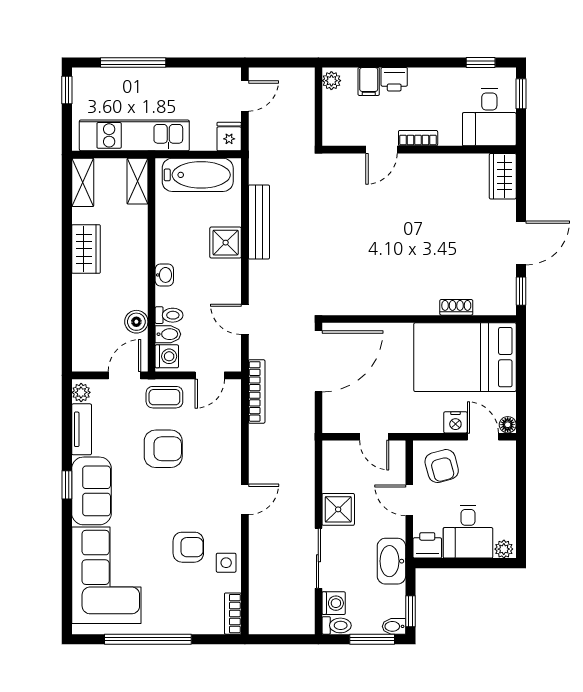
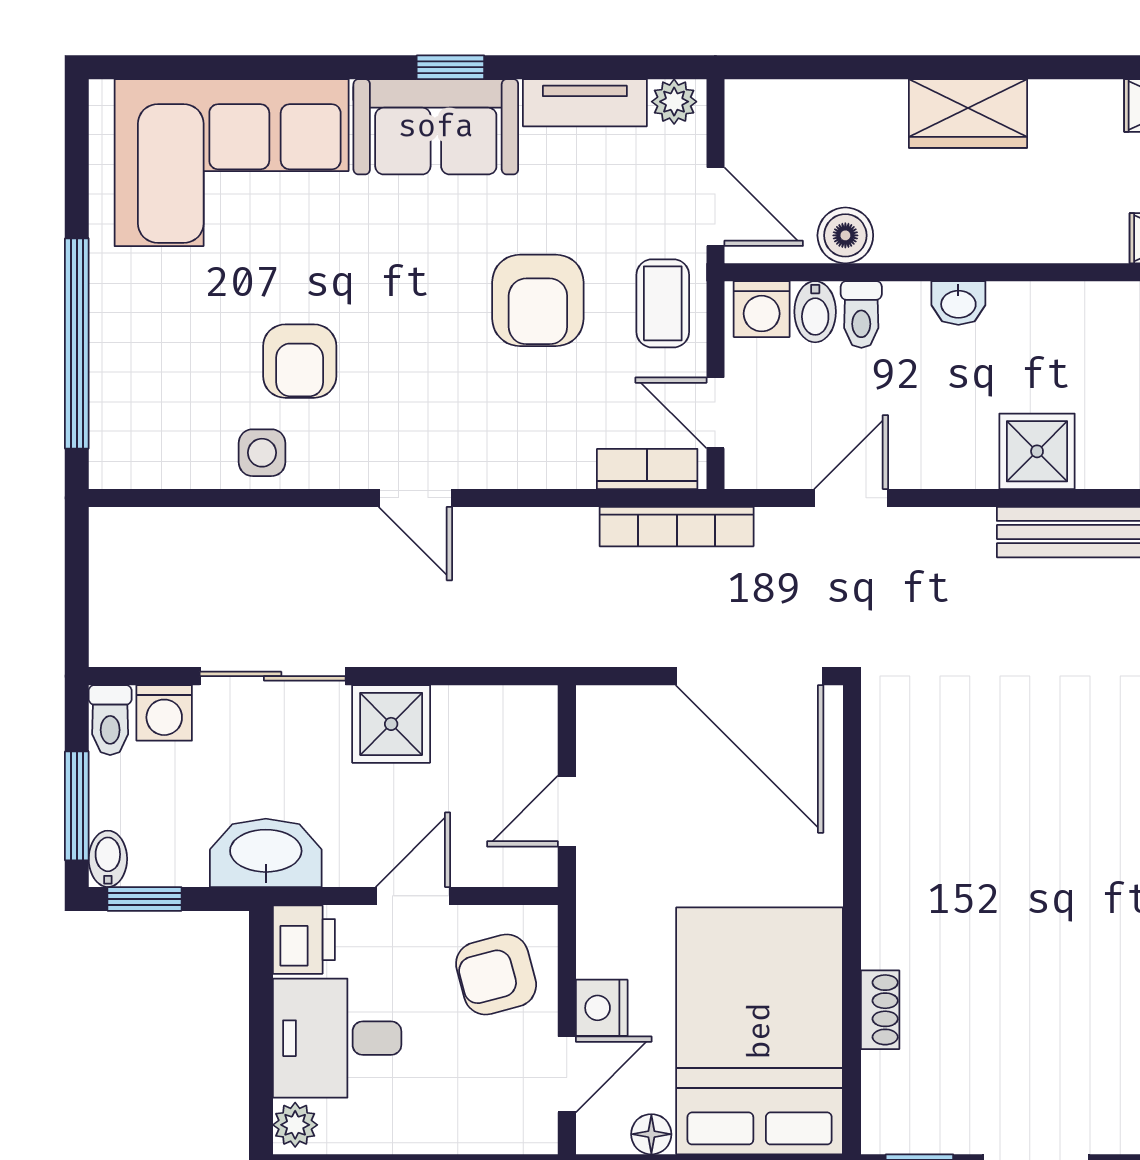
wardrobe: (86, 249) -> (968, 113), moved
floor lamp: (508, 425) -> (651, 1134), moved
bookcase: (233, 614) -> (647, 469), moved
window: (148, 639) -> (77, 343), moved

